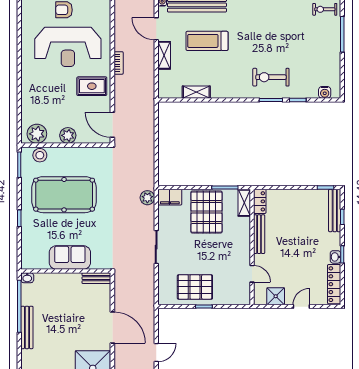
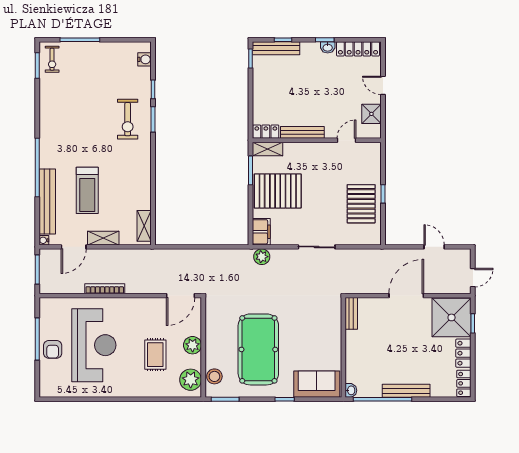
bookcase: (119, 63) -> (105, 289), width x1.56
rug: (92, 86) -> (155, 355), moved
shelving: (196, 92) -> (144, 226), moved
sofa: (70, 258) -> (317, 384), moved, turned 90

